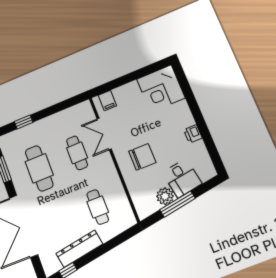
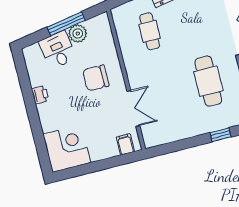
cafe table: (77, 153) -> (165, 92), removed

